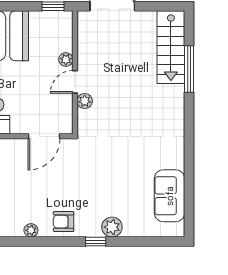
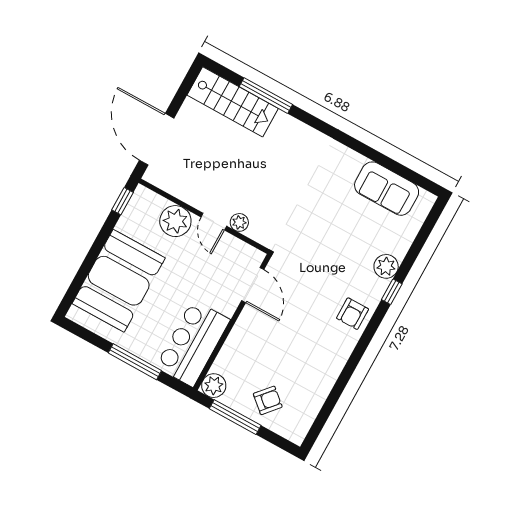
plant: (66, 60) -> (175, 221), width x1.88, depth x1.88
plant: (31, 230) -> (343, 353), removed

